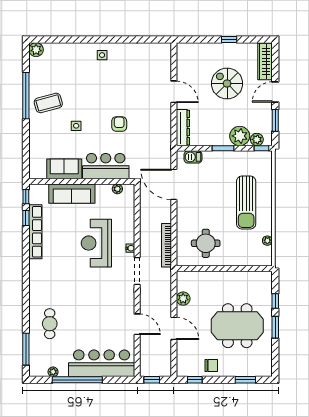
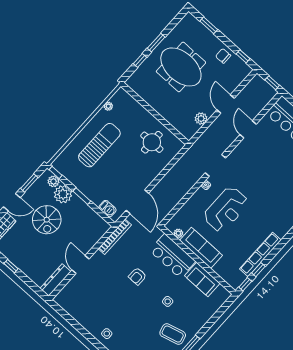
spiral stairs: (227, 83) -> (47, 220), moved
dresser: (183, 128) -> (55, 280), moved
sofa: (72, 194) -> (201, 248), moved
bookcase: (167, 245) -> (115, 237), moved

